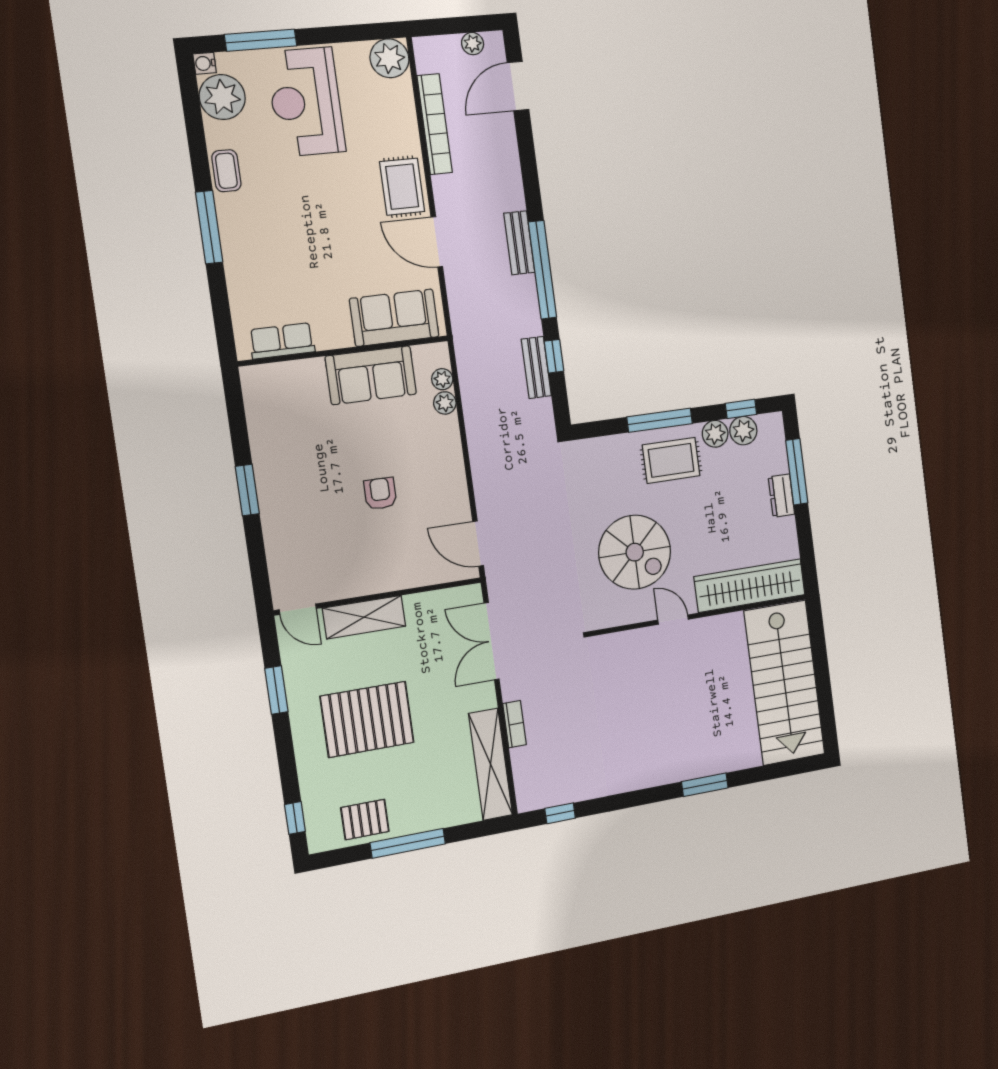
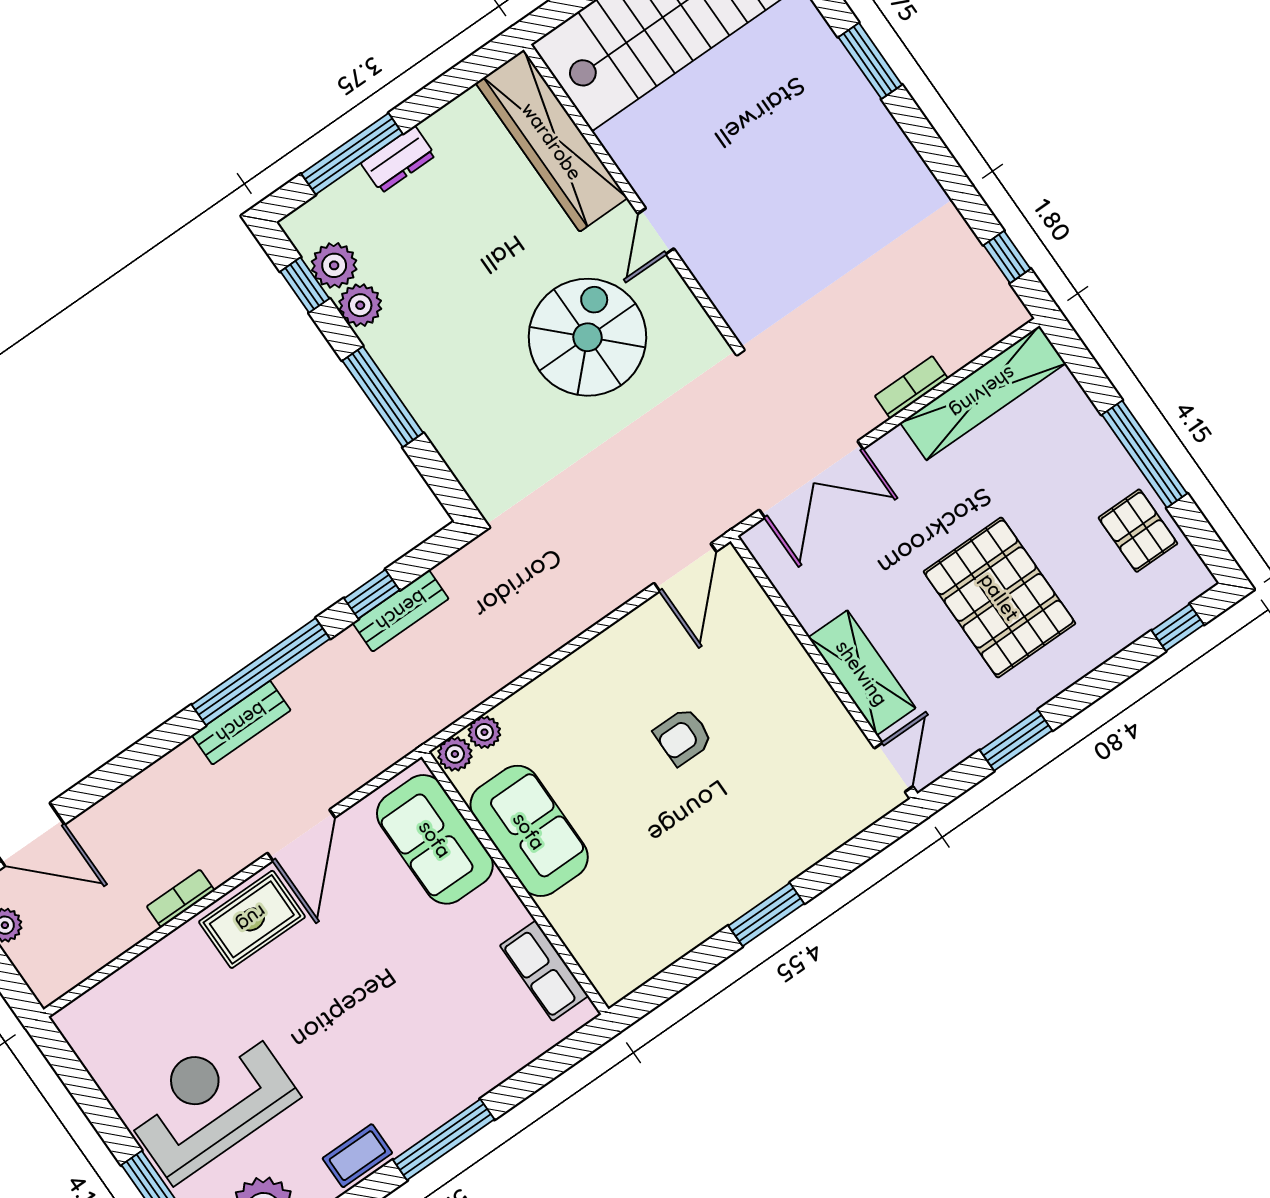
plant: (389, 58) -> (89, 1024), removed
reception desk: (306, 102) -> (209, 1102), turned 180
bookcase: (435, 124) -> (181, 898), width x0.43, depth x0.76
plant: (445, 403) -> (455, 754), moved
rug: (671, 460) -> (431, 351), removed

